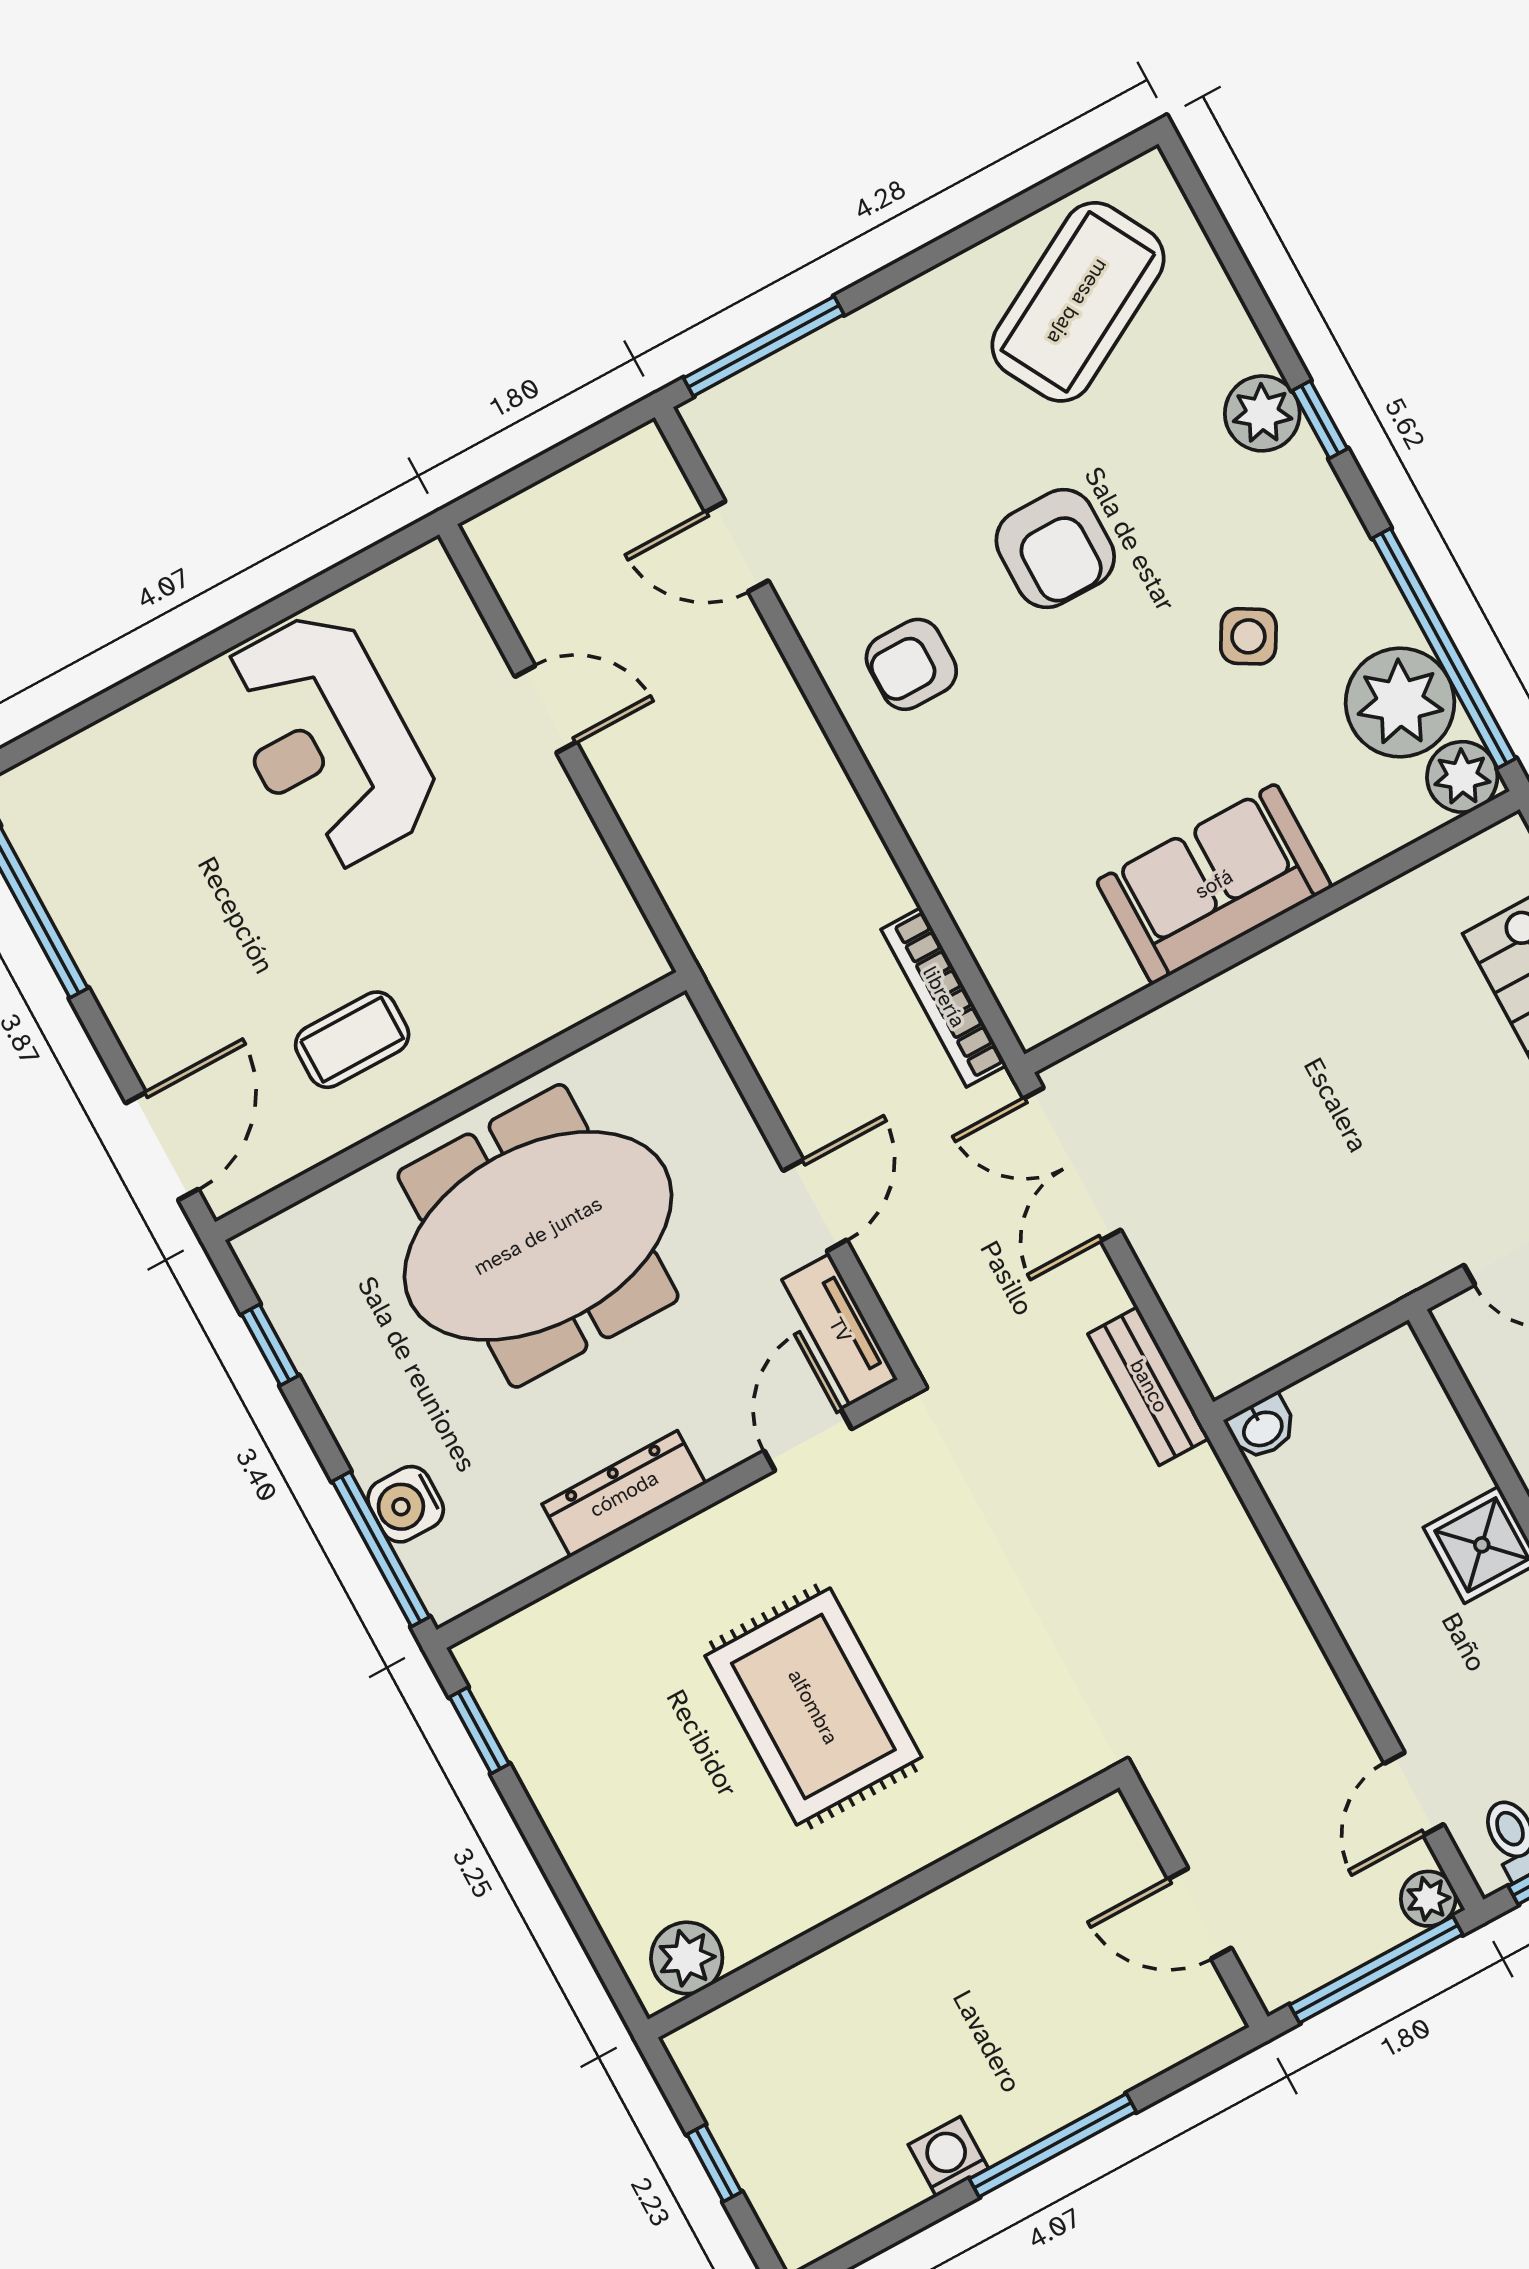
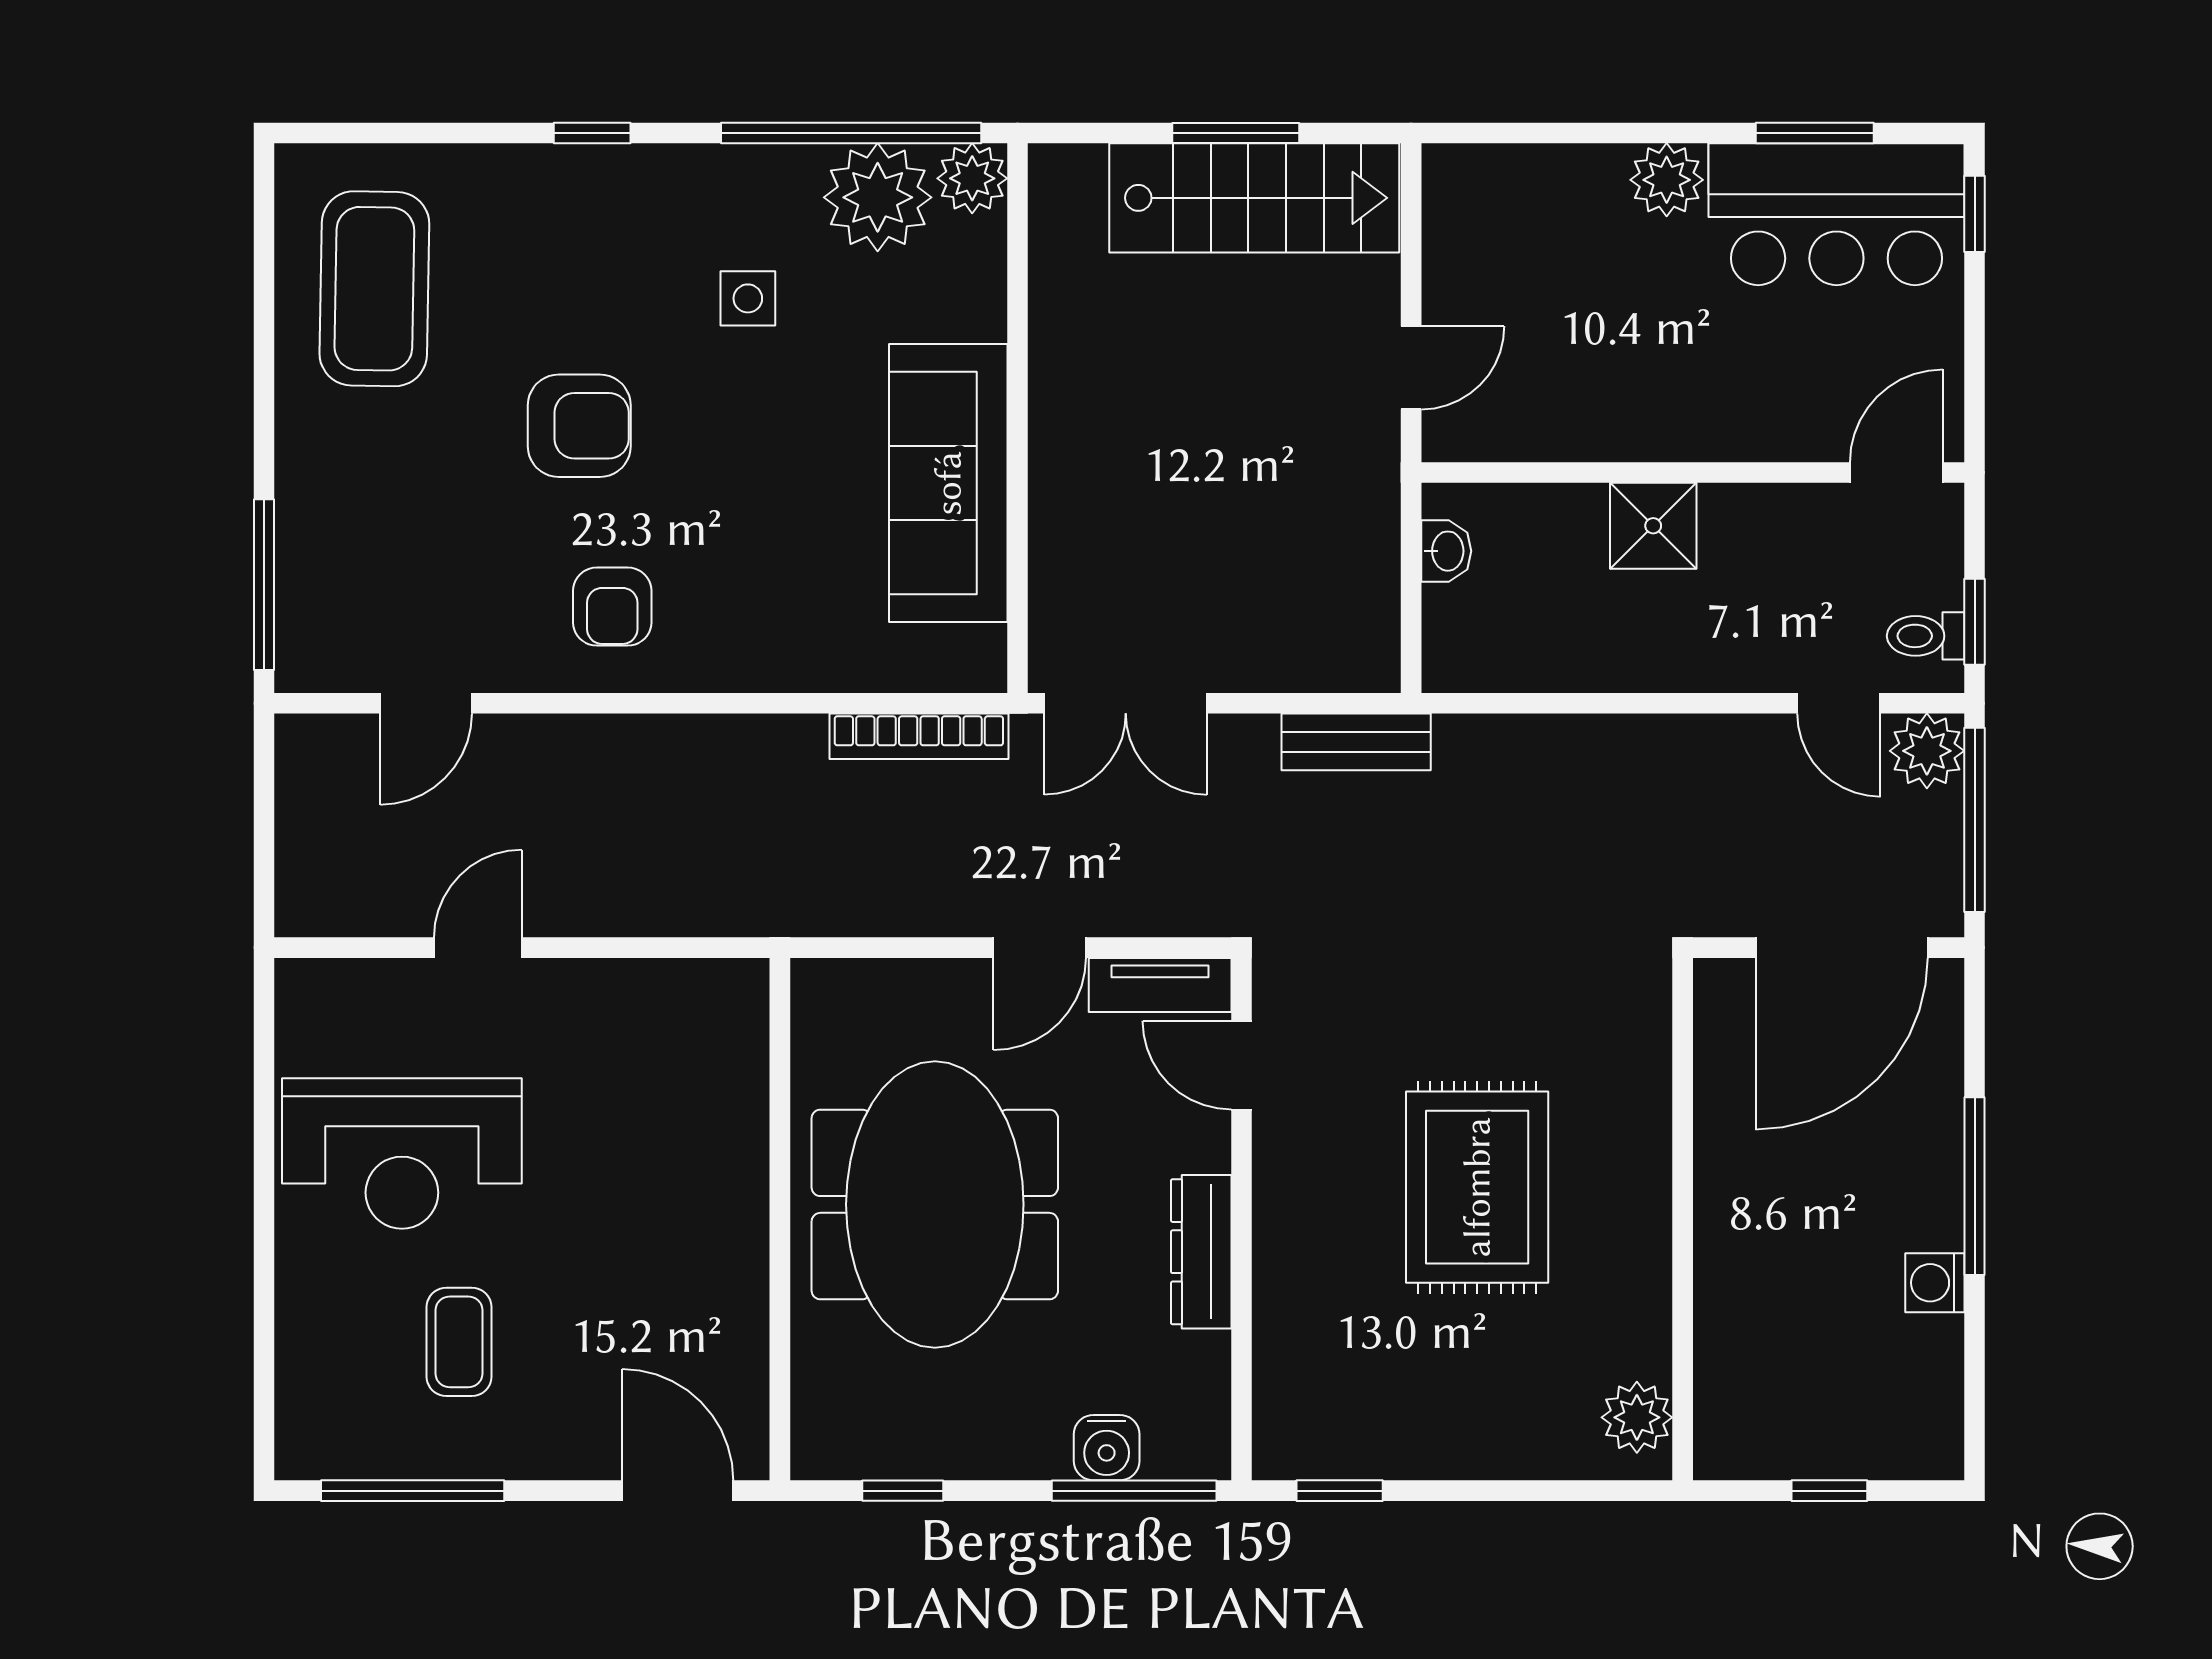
coffee table: (1078, 302) -> (374, 289), turned 30
plant: (1262, 413) -> (559, 181), removed
side table: (1248, 636) -> (748, 298), turned -30
sofa: (1214, 884) -> (948, 483), width x1.36
coffee table: (352, 1040) -> (459, 1342), moved
door: (815, 1205) -> (1040, 948), swing flipped
washbasin: (1262, 1428) -> (1446, 551), moved
rug: (813, 1707) -> (1477, 1187), turned 90
plant: (1428, 1899) -> (1927, 751), width x1.38, depth x1.38
door: (1200, 1914) -> (1842, 948), width x1.87

